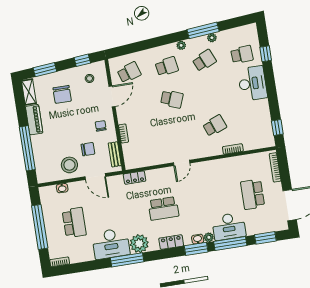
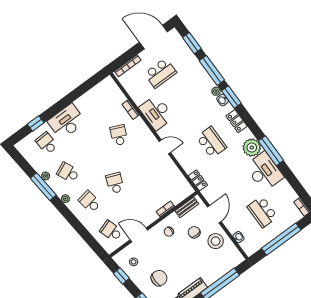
school desk: (215, 126) -> (119, 135), turned 45
window: (277, 128) -> (93, 81), removed
school desk: (74, 223) -> (262, 212), turned -90
desk: (229, 226) -> (156, 112), moved, turned 180

